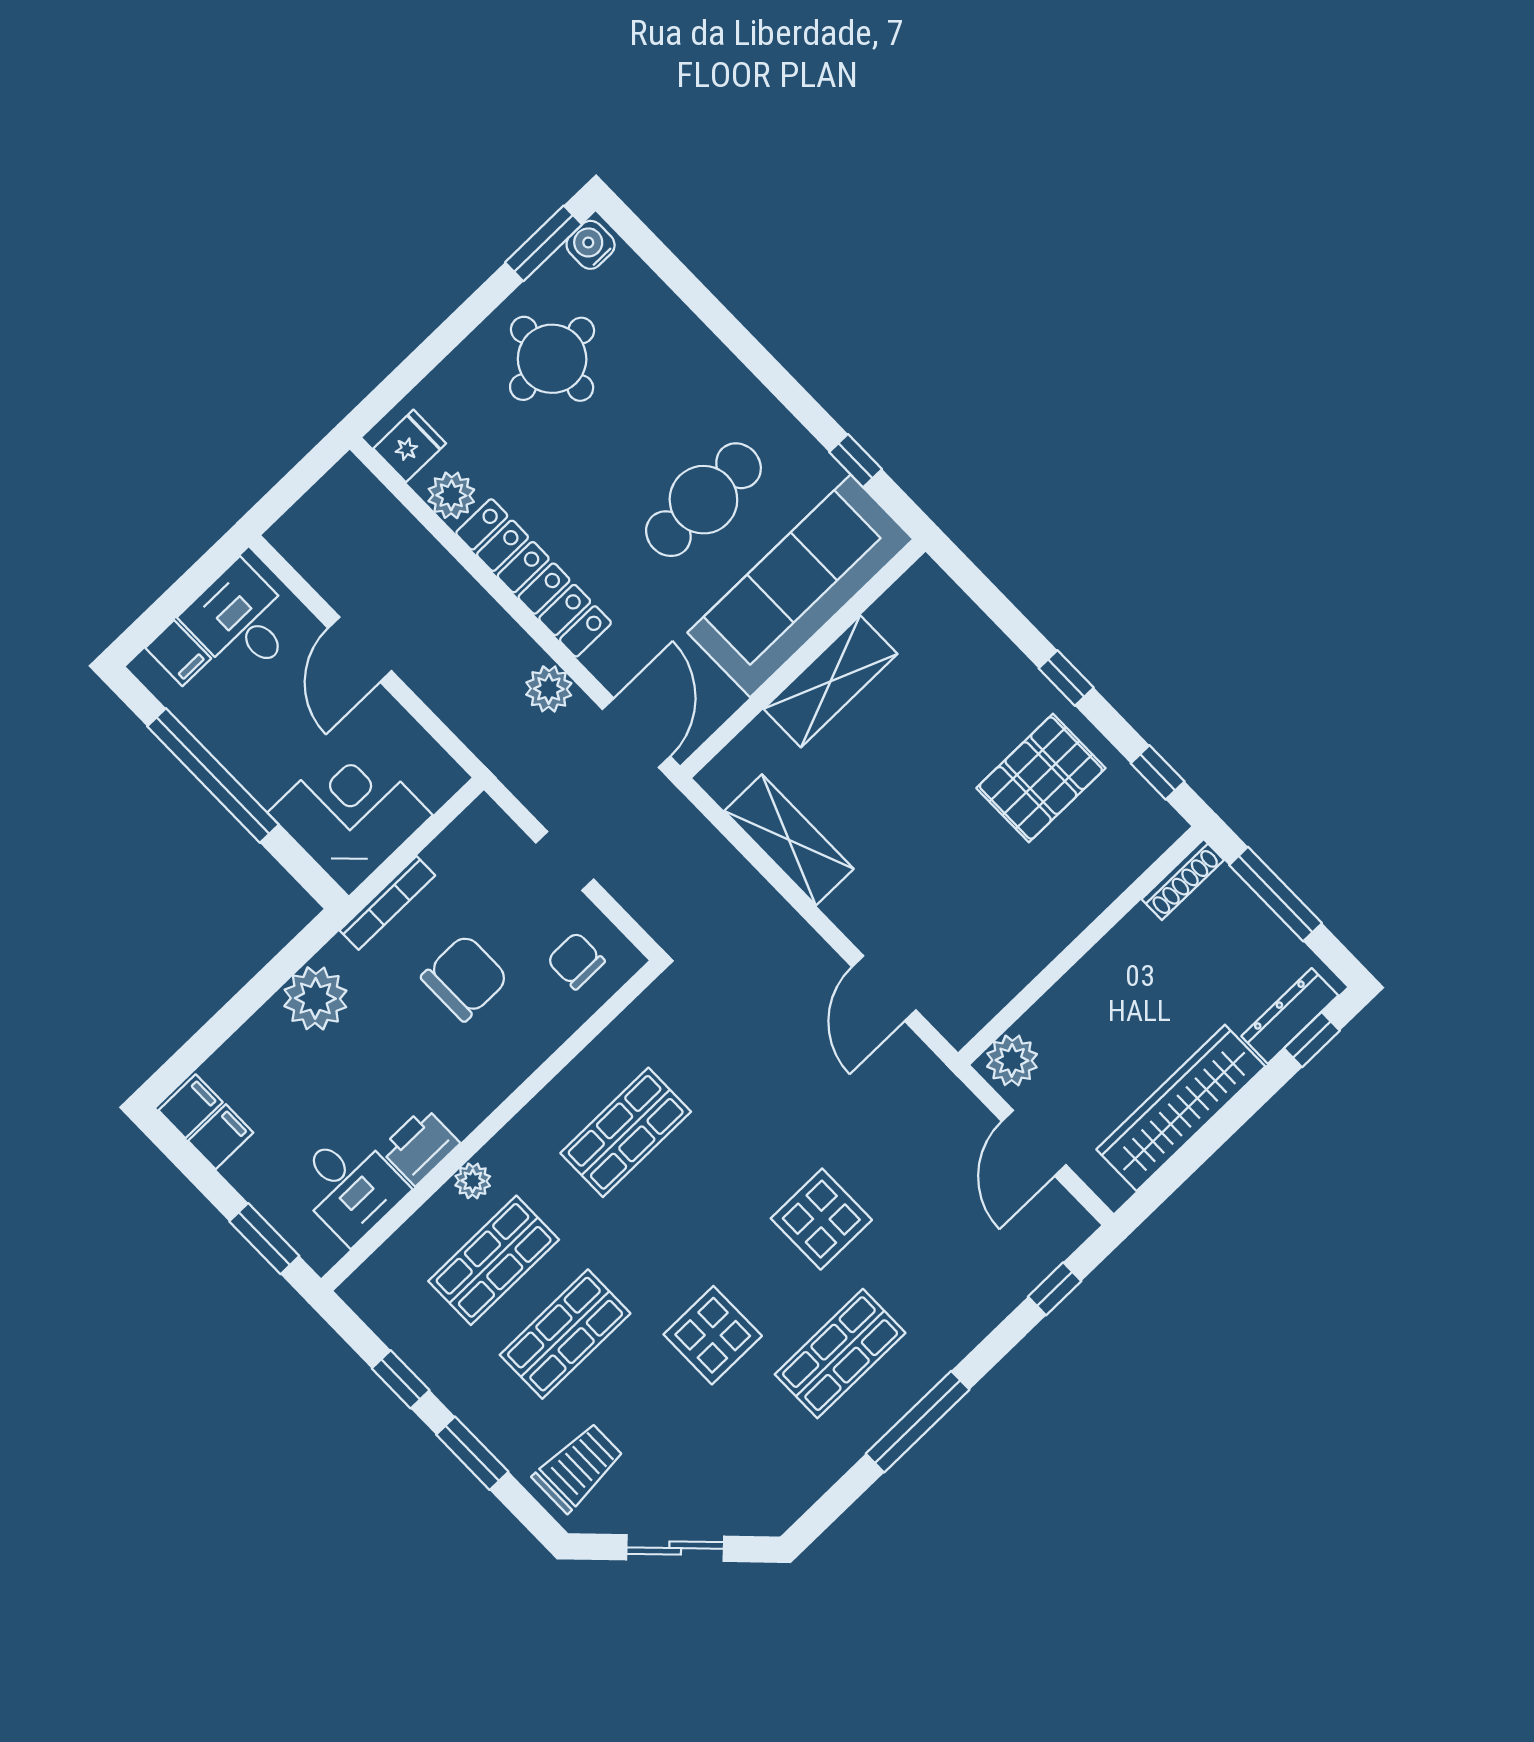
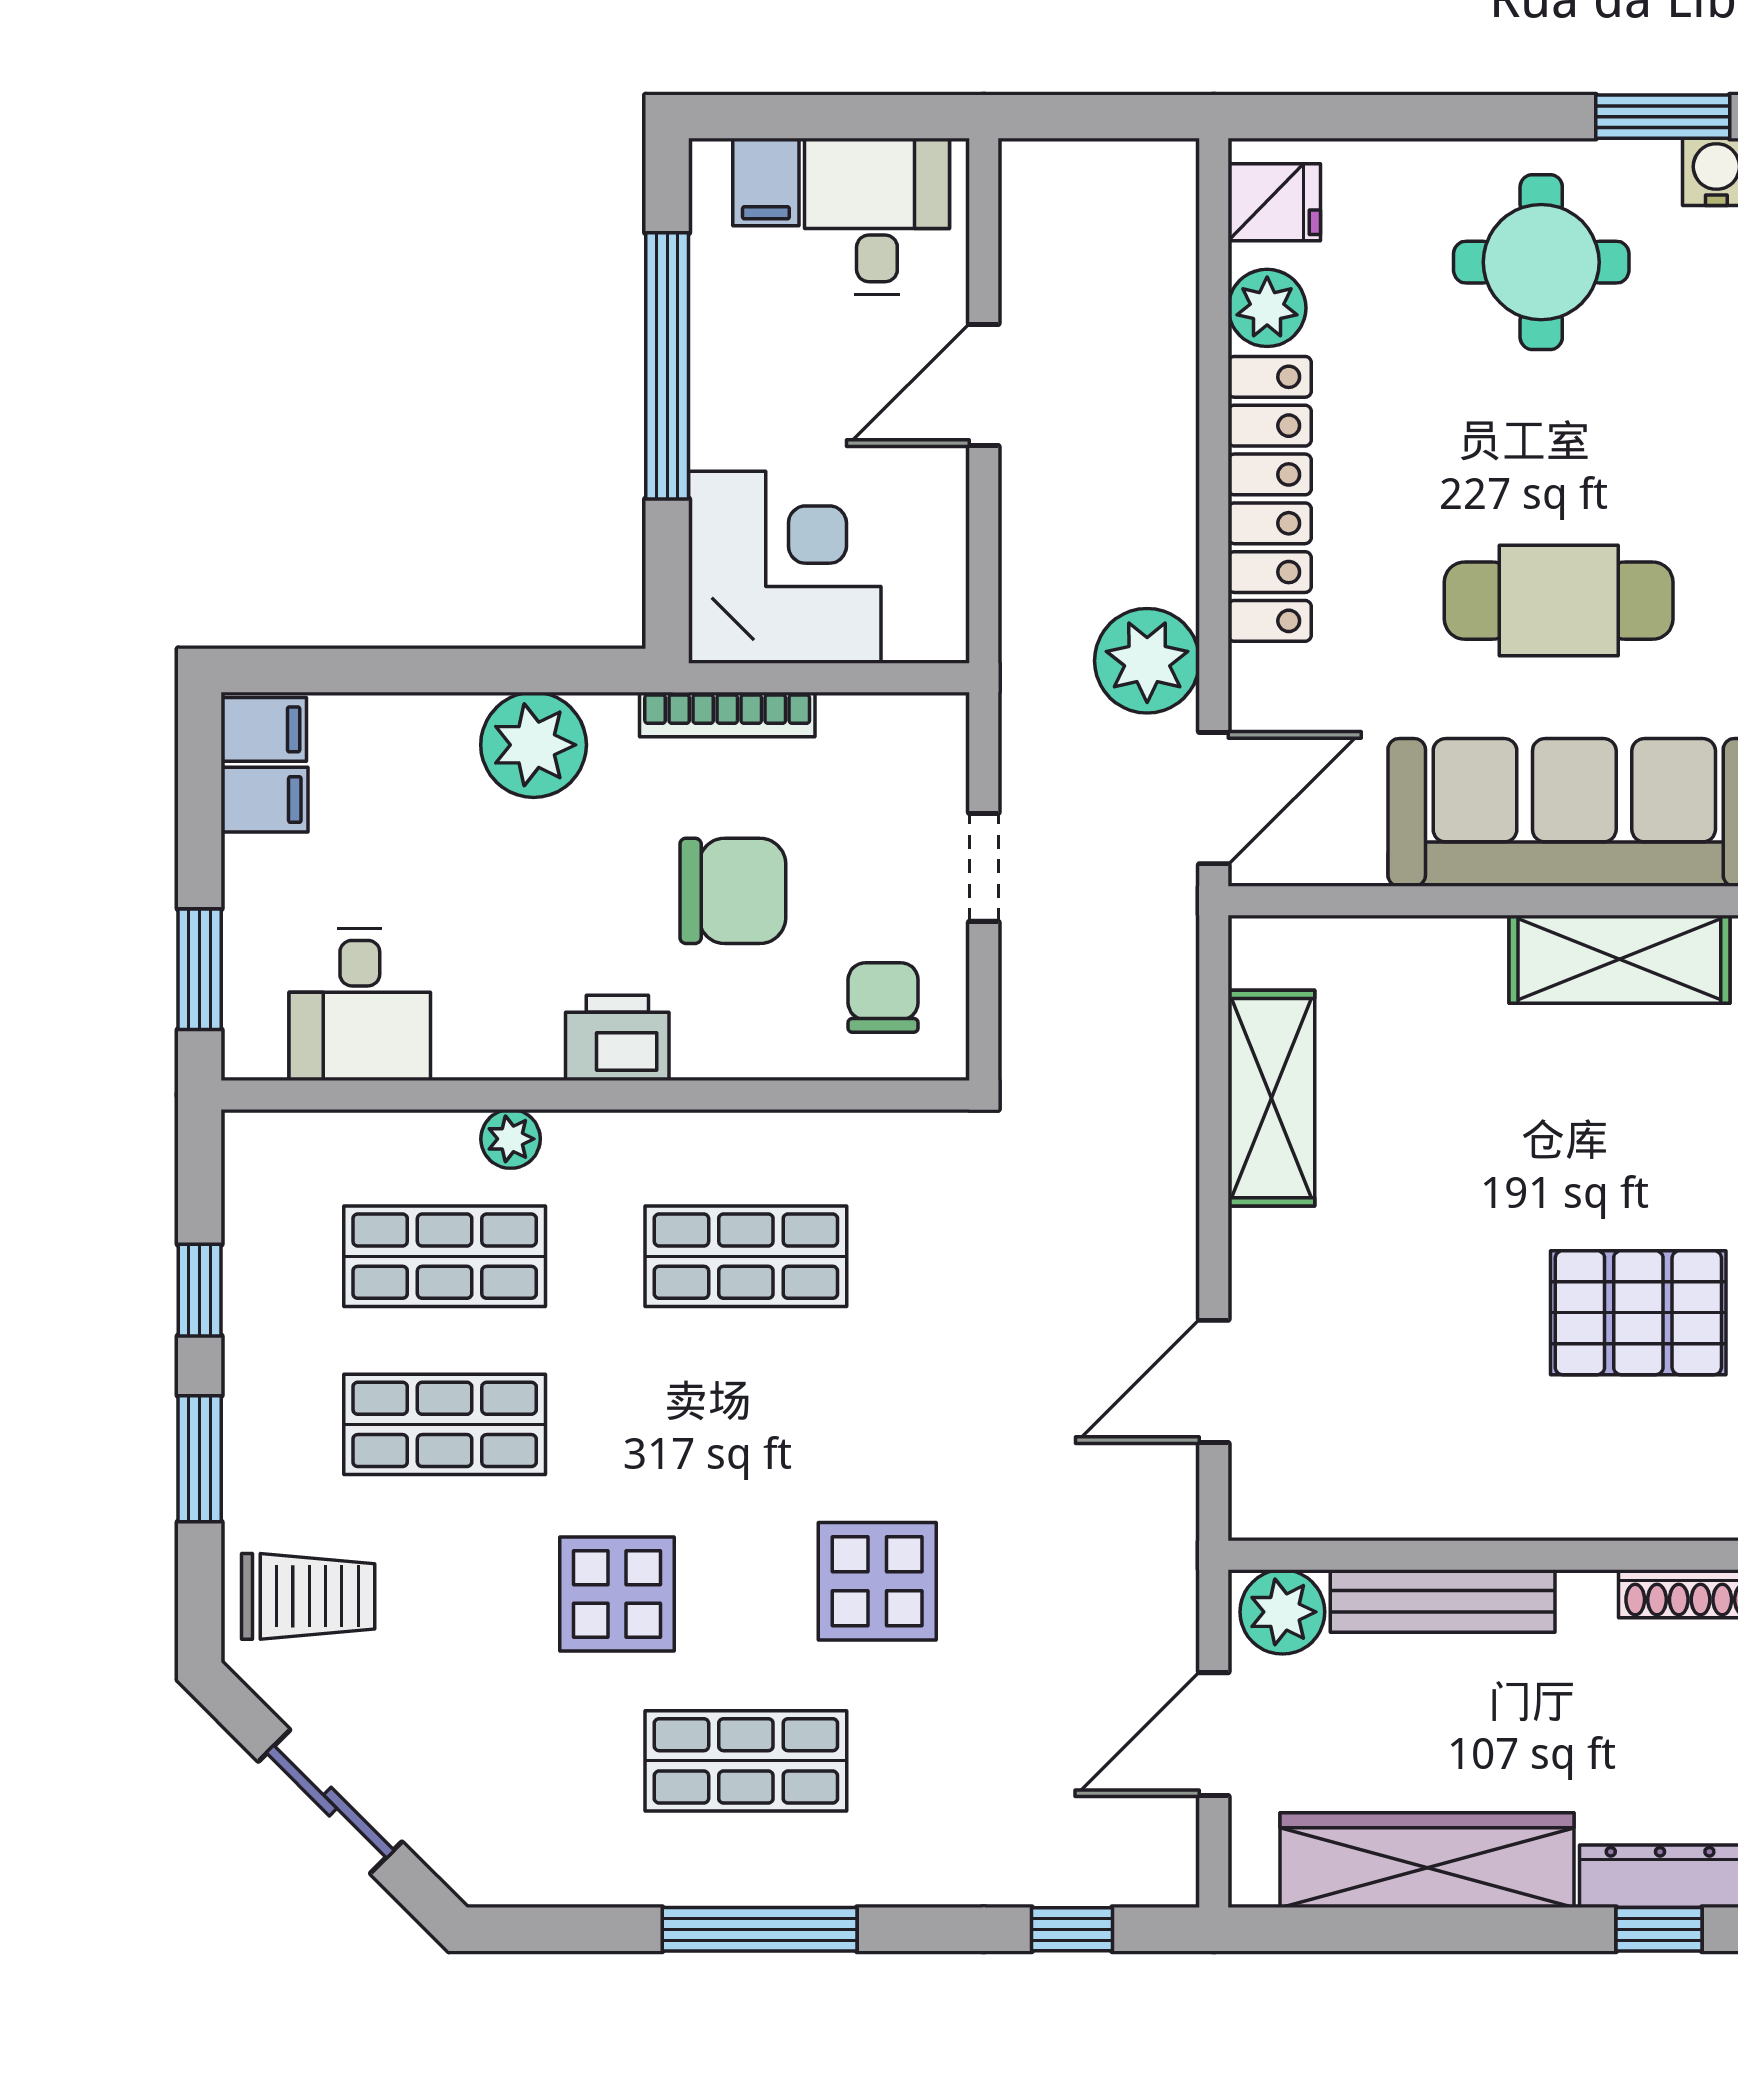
shelving: (831, 681) -> (1619, 959), moved
plant: (549, 689) -> (1147, 661), width x1.36, depth x1.36
bench: (1078, 988) -> (1443, 1601), added
printer: (420, 1146) -> (617, 1038), moved

